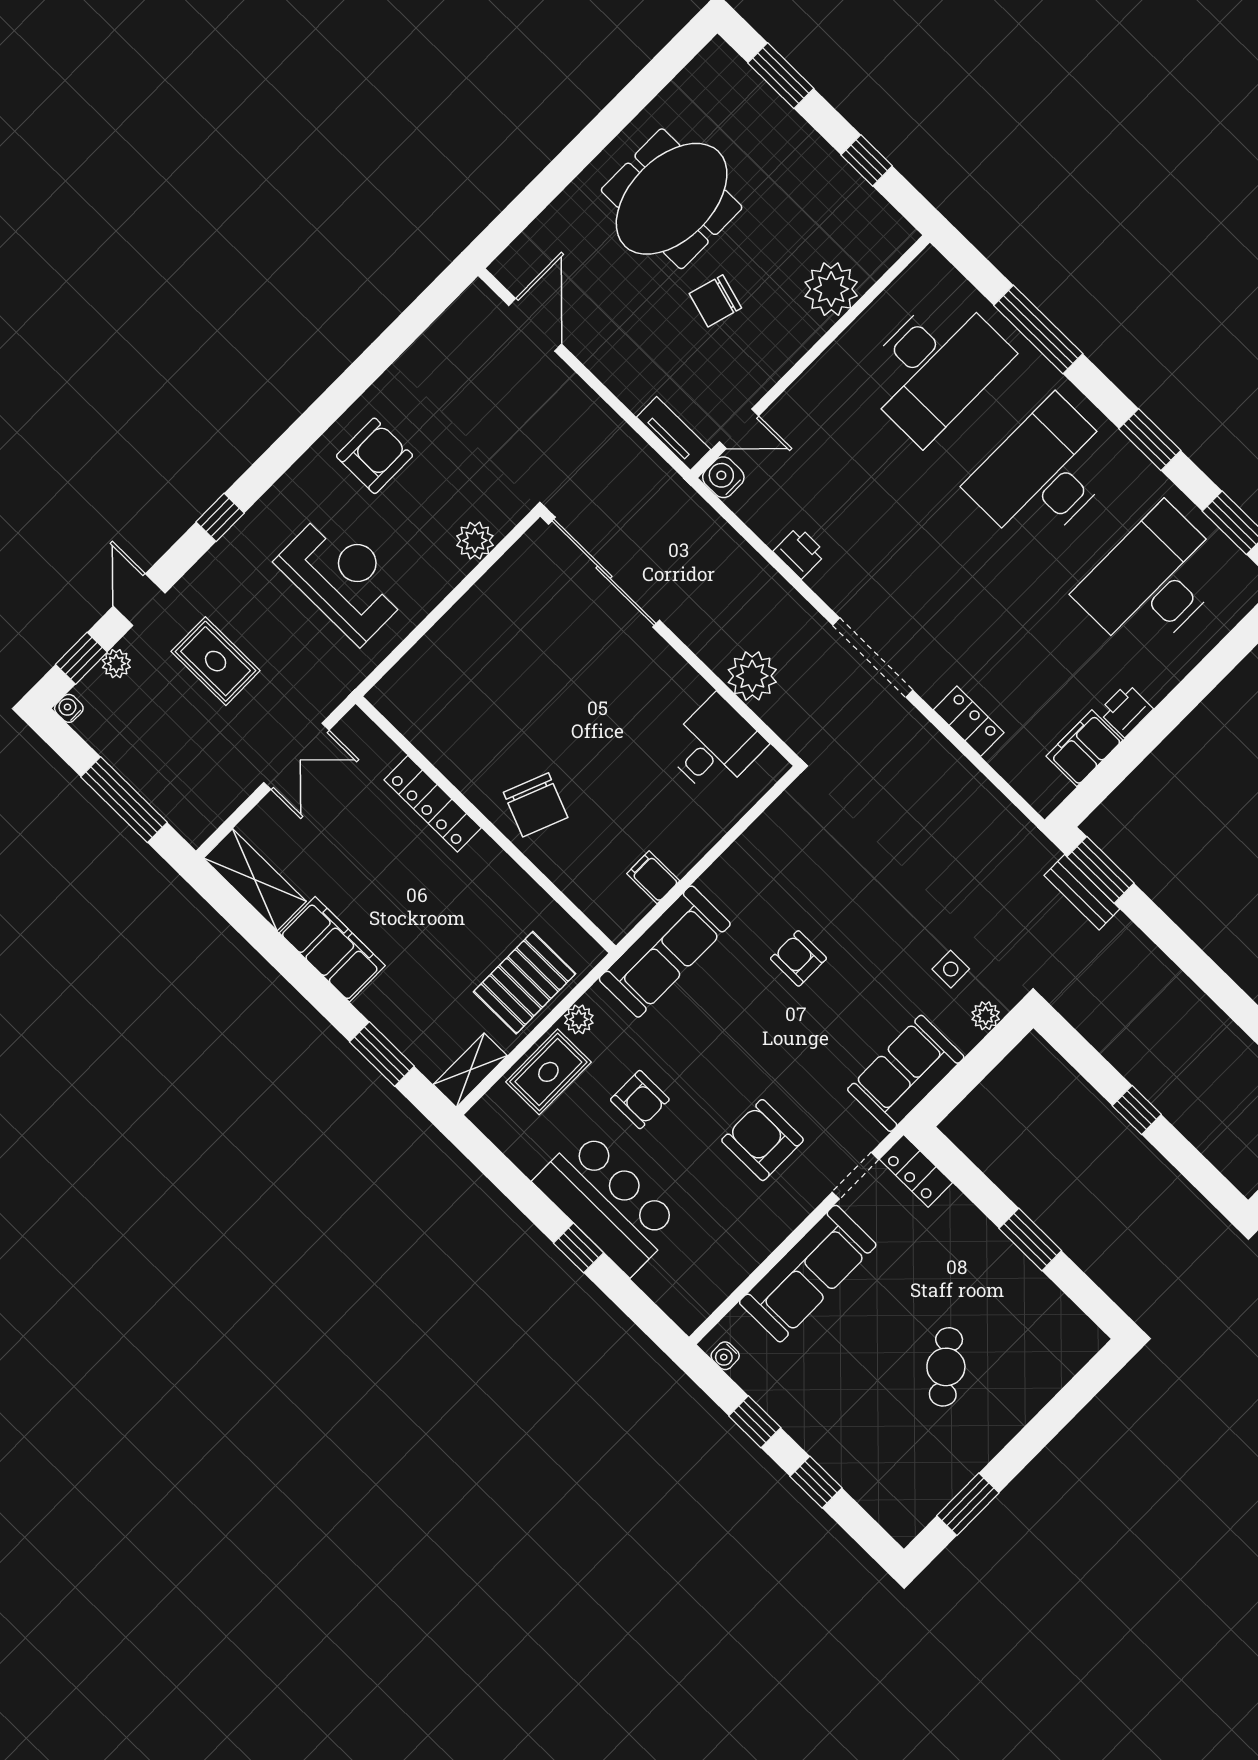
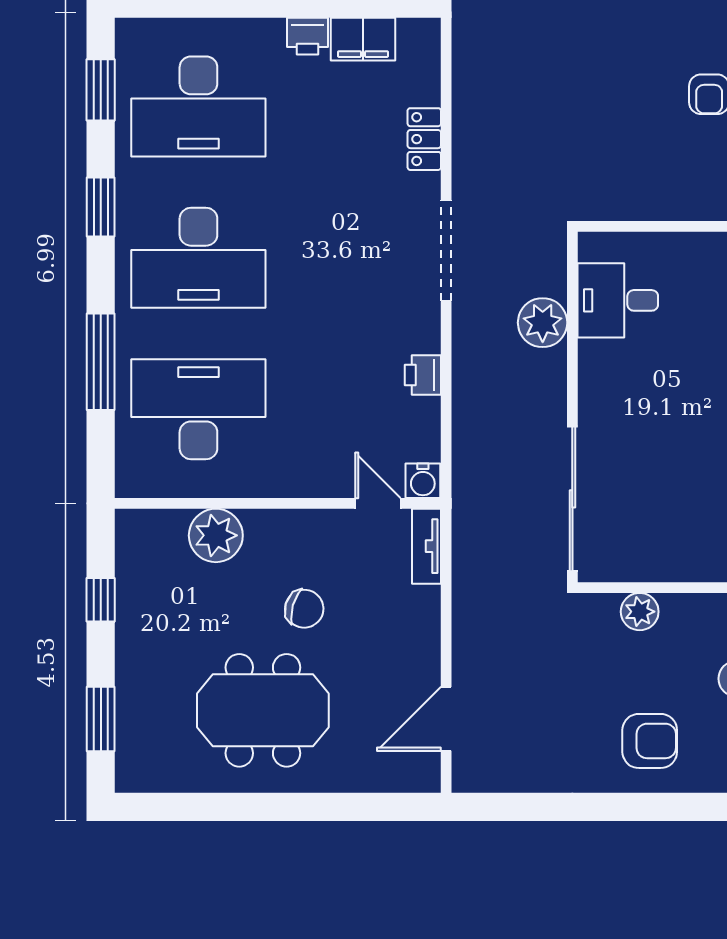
armchair: (375, 456) -> (650, 741), turned 180

